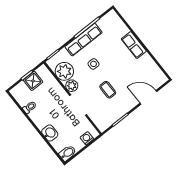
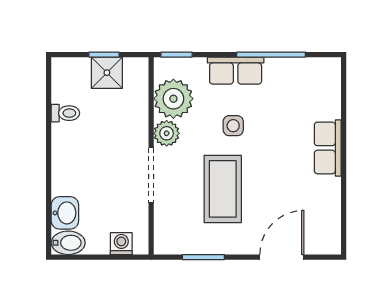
row of seats: (84, 40) -> (236, 71), width x0.68
coffee table: (108, 90) -> (223, 189), width x1.86, depth x1.72
door: (148, 97) -> (282, 257), hinge flipped
washbasin: (50, 133) -> (65, 213), moved

